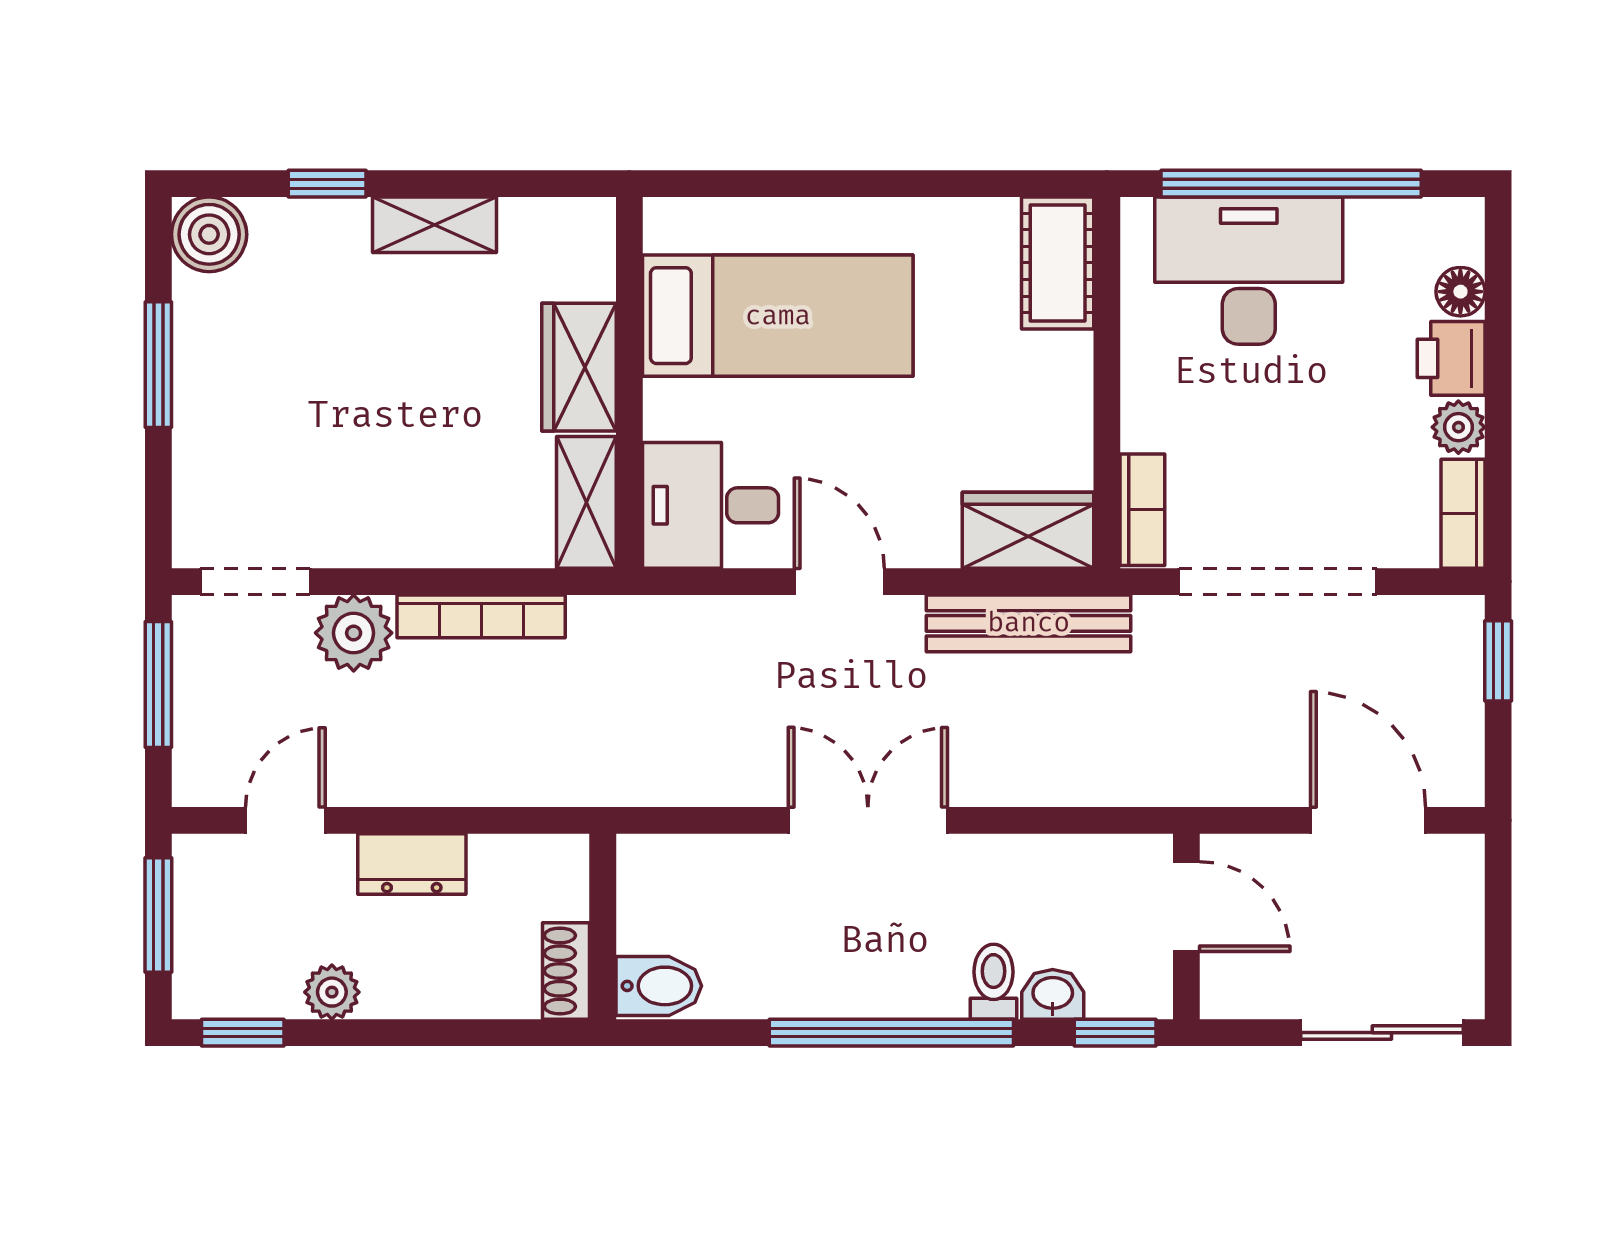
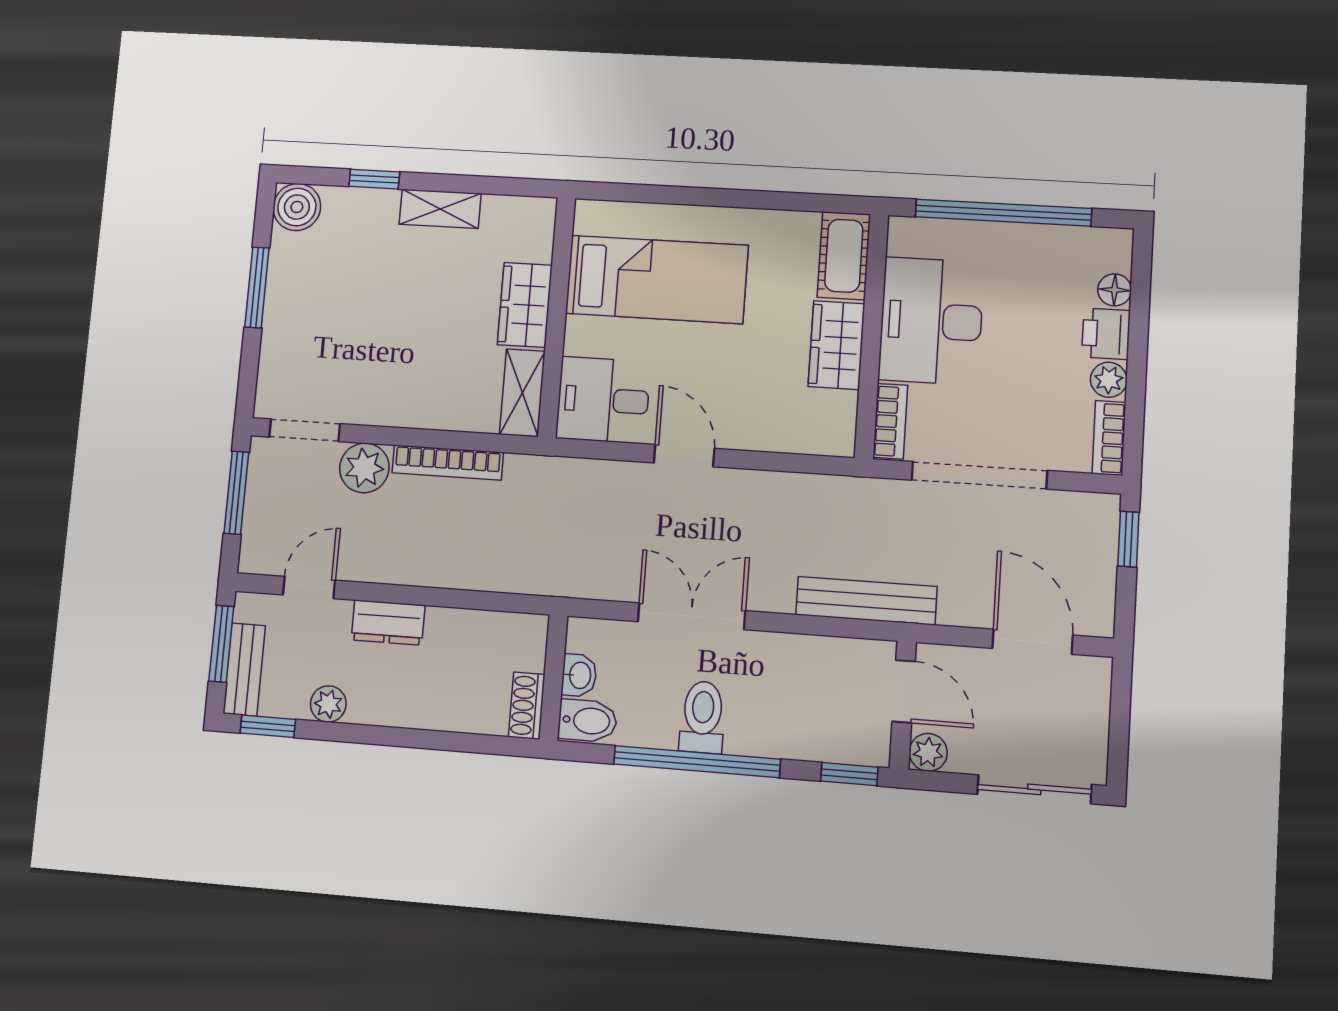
desk: (1249, 271) -> (931, 321), moved, turned -90
wardrobe: (1028, 530) -> (836, 345), moved, turned -90
bench: (1029, 623) -> (866, 601), moved
wall: (603, 926) -> (553, 677), moved
bench: (198, 951) -> (244, 670), added
shoe rack: (566, 971) -> (527, 706), moved
toilet: (994, 982) -> (702, 717), moved, width x1.37, depth x1.39
bidet: (659, 986) -> (588, 721), moved
plant: (1227, 992) -> (928, 752), added
washbasin: (1053, 994) -> (579, 675), moved, turned 90

